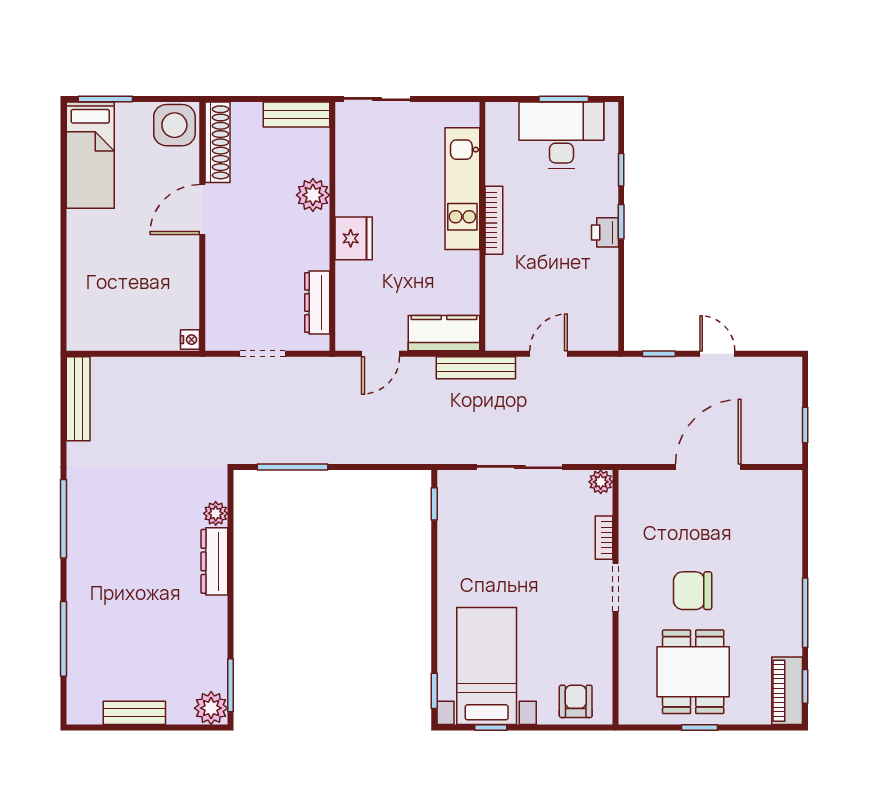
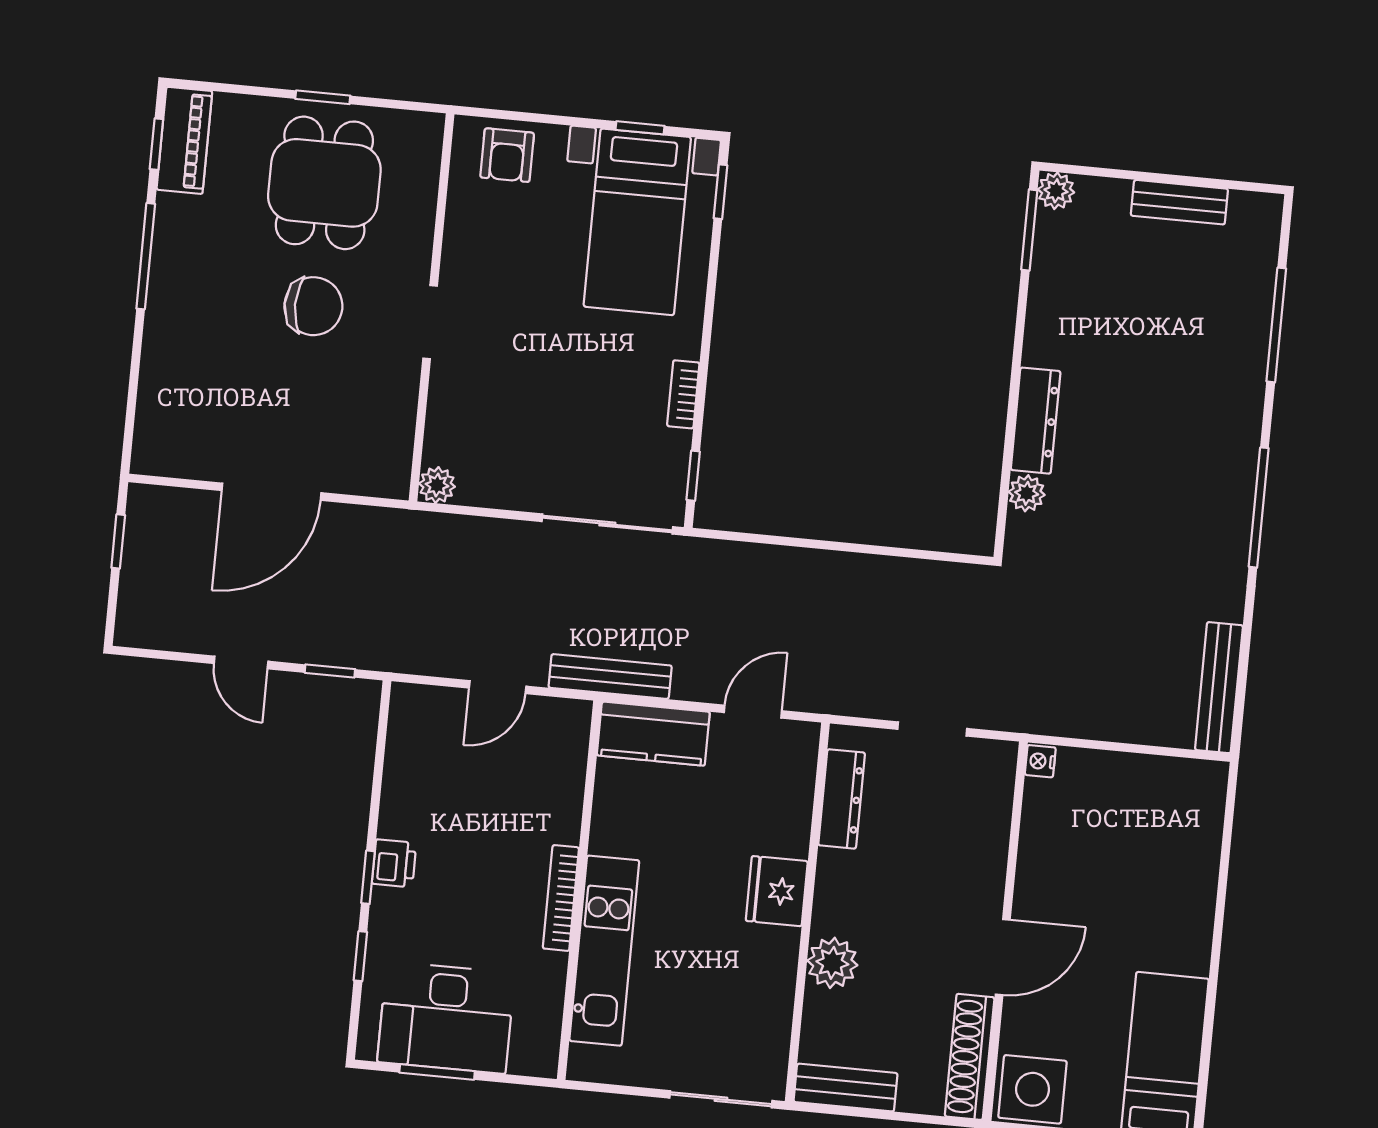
window: (292, 467) -> (903, 553), removed
sliding door: (520, 467) -> (607, 524), moved
bookcase: (604, 538) -> (683, 394), moved, turned 180
plant: (211, 708) -> (1056, 191), width x0.73, depth x0.73

